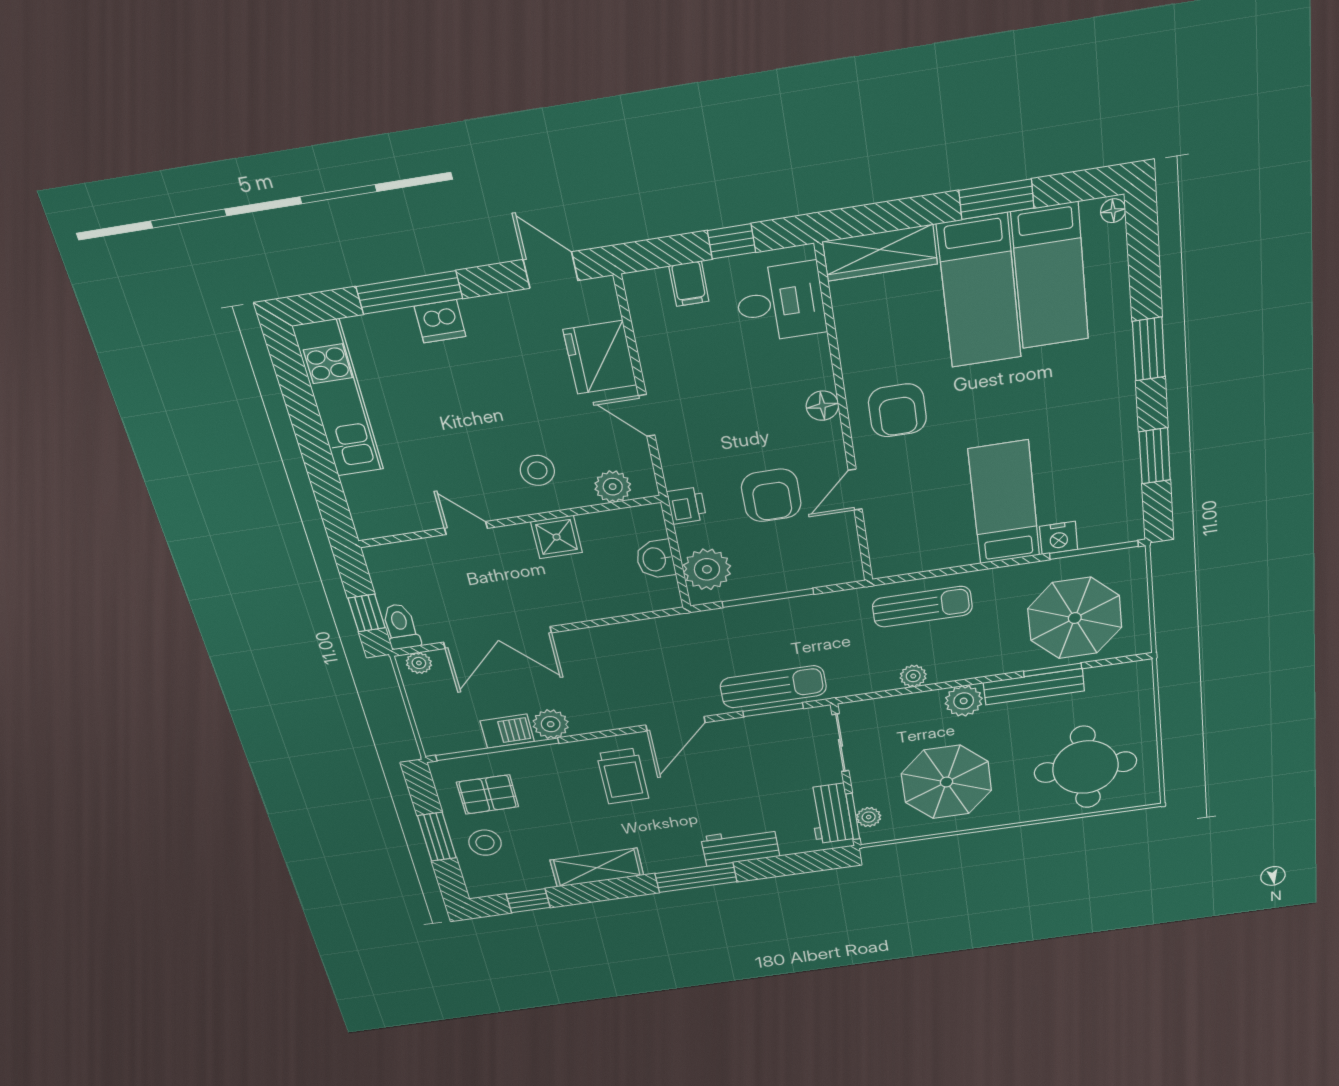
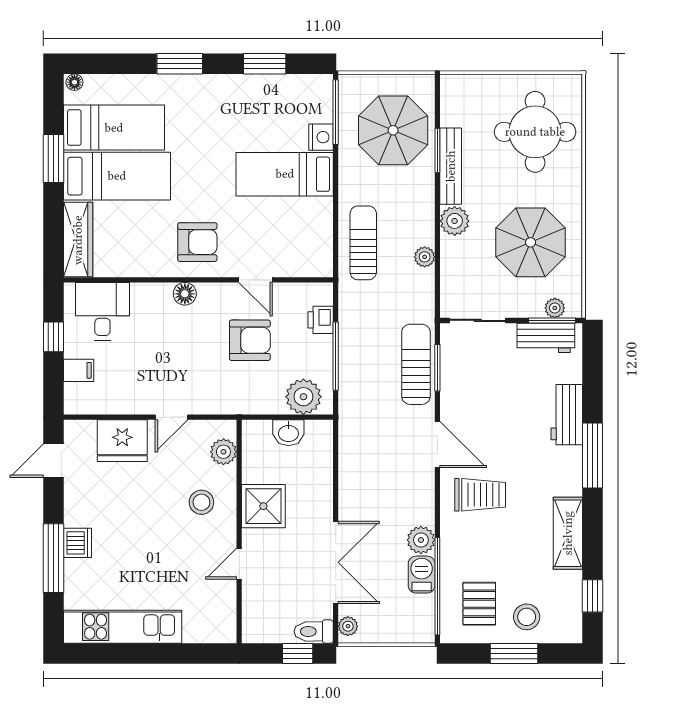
printer: (687, 506) -> (321, 320), moved, turned -90
shower: (557, 537) -> (263, 506), width x1.36, depth x1.36

